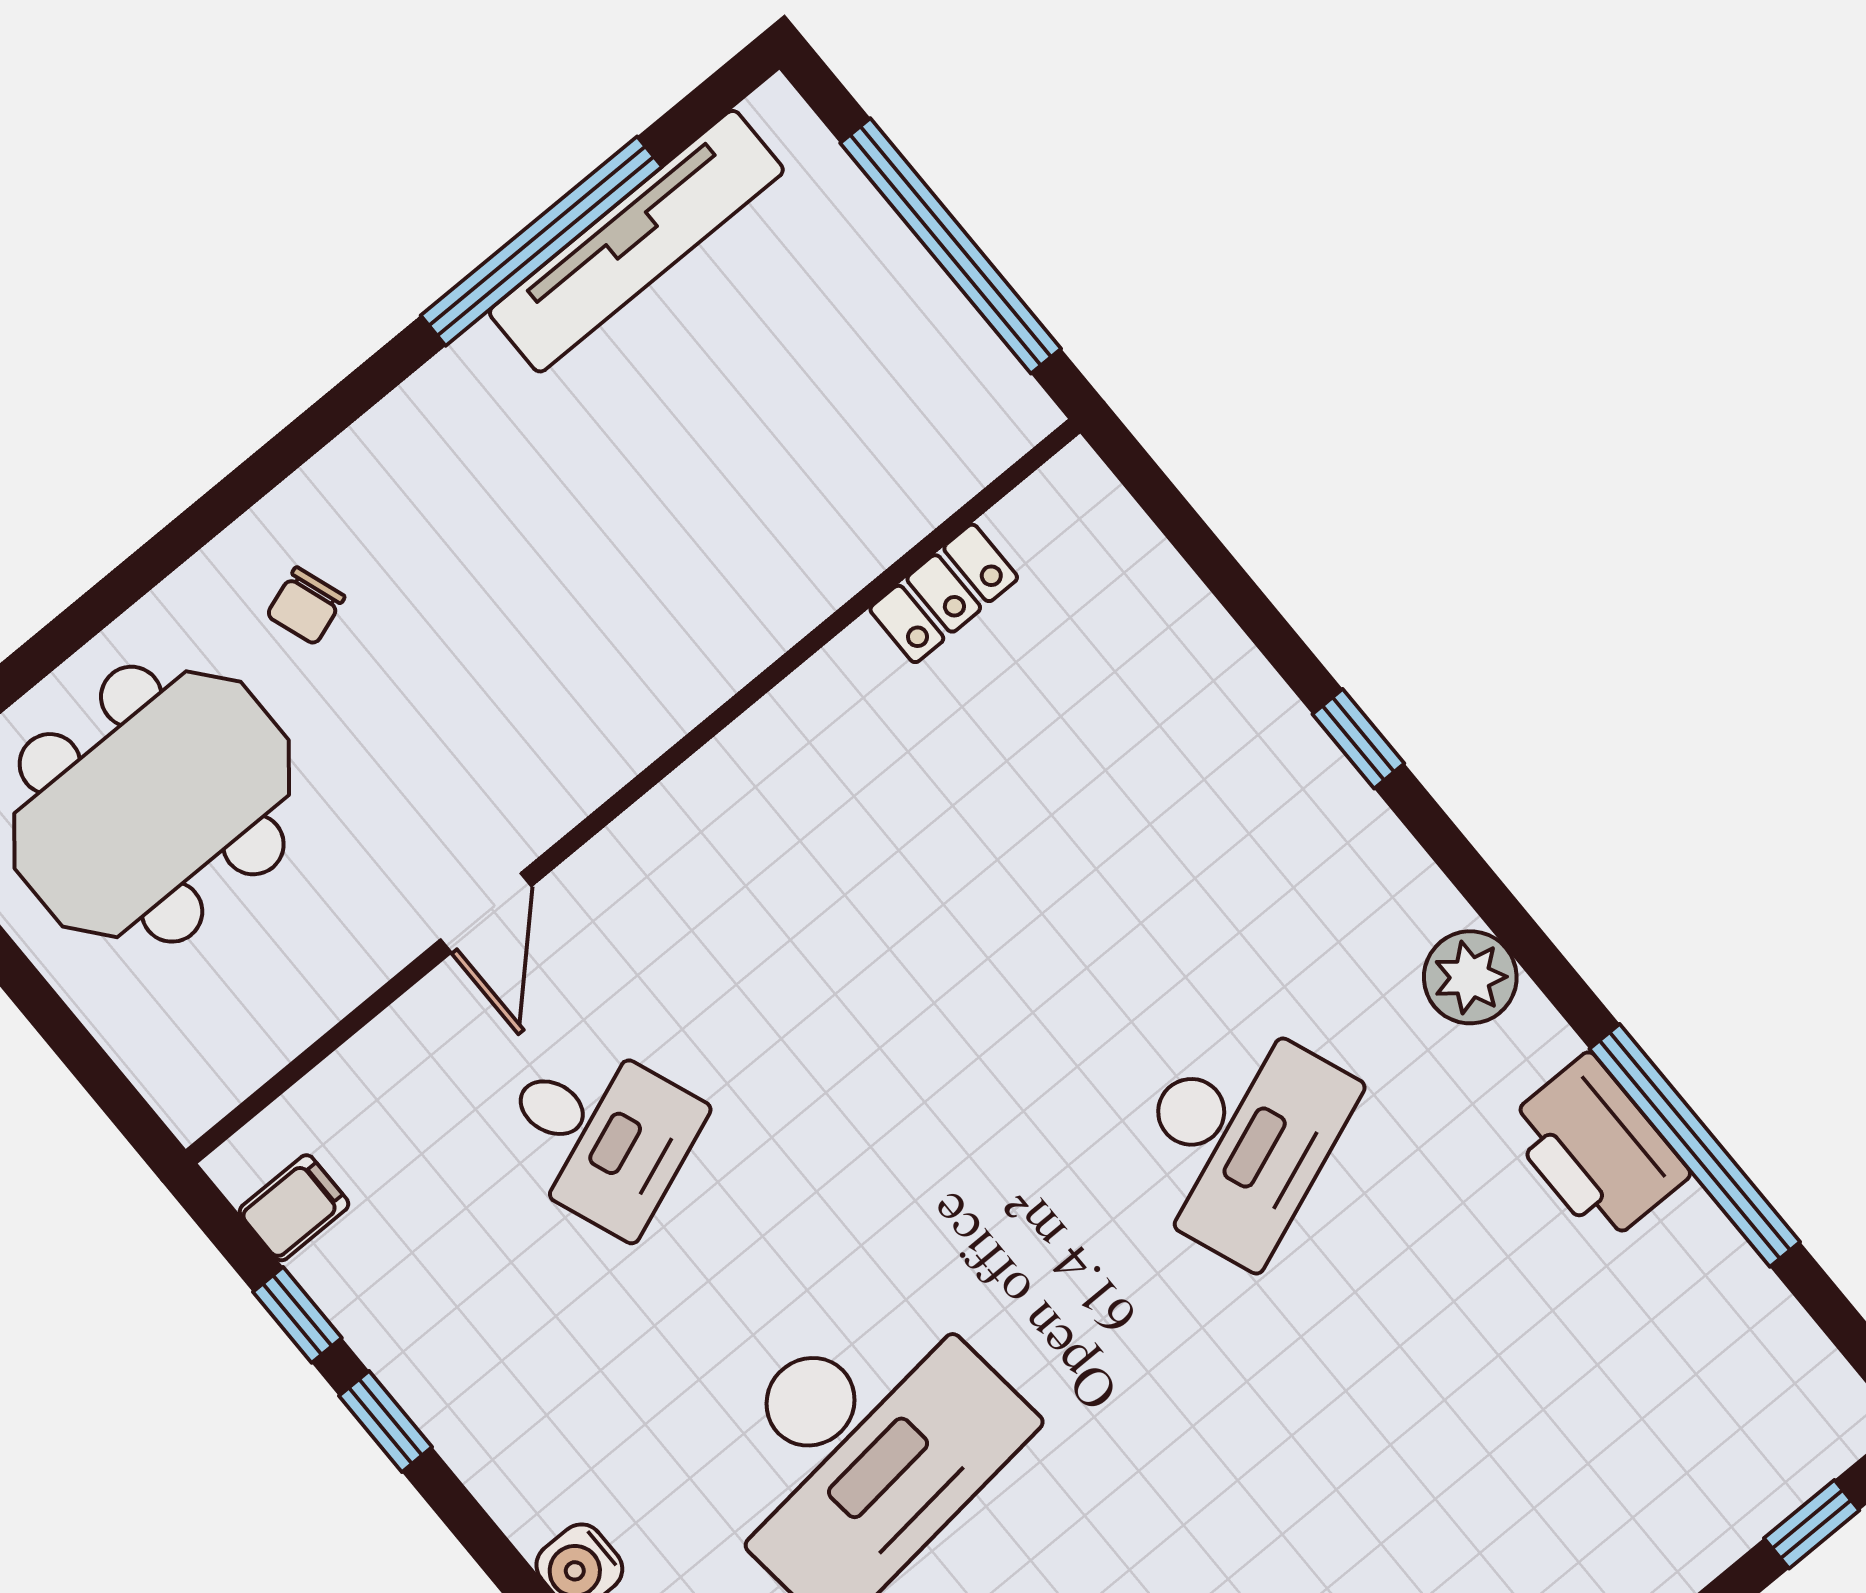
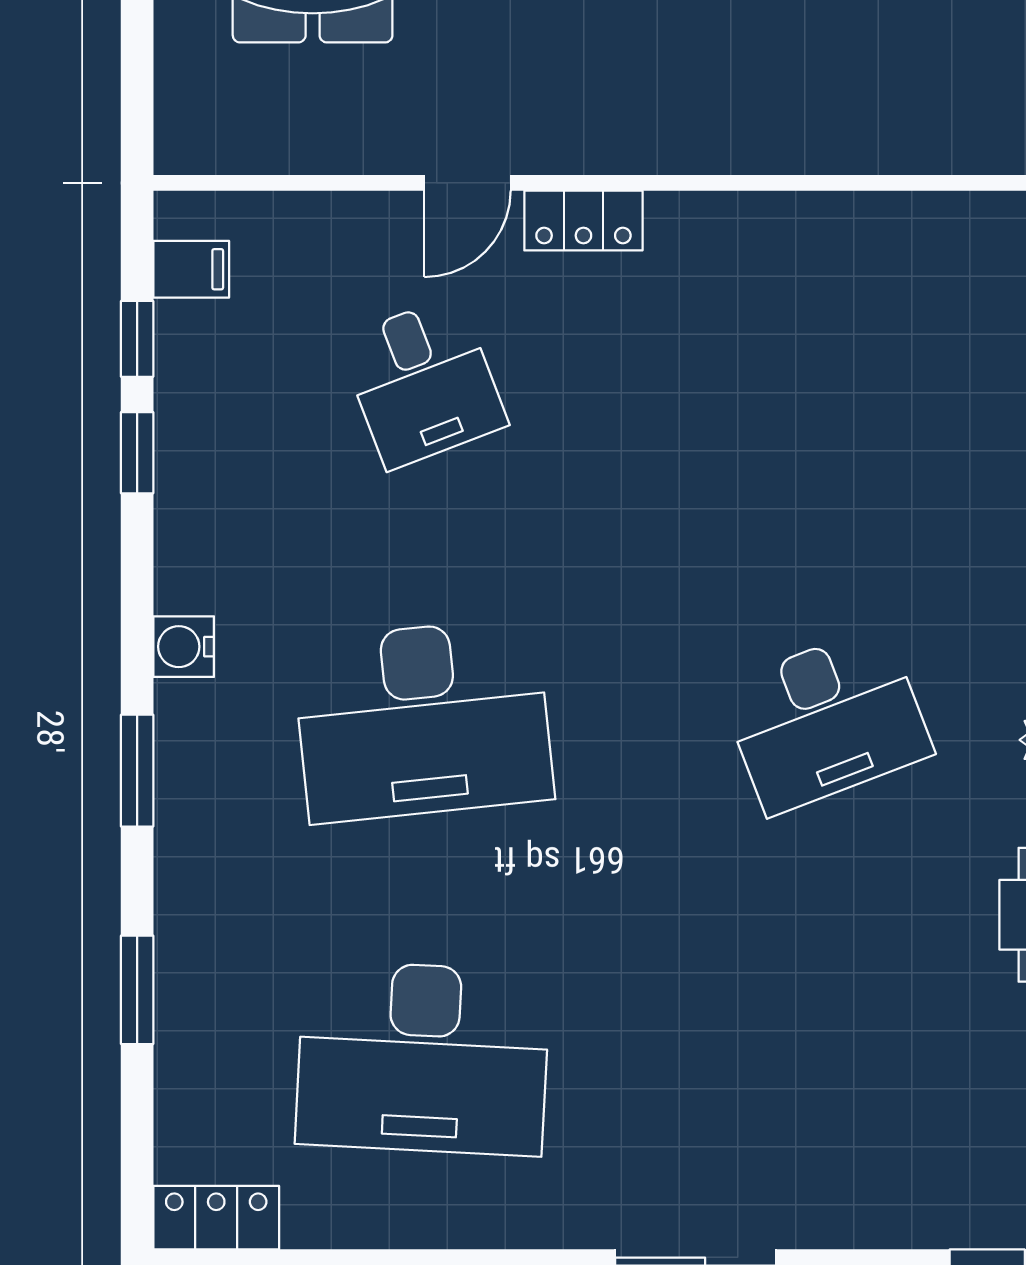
locker: (944, 593) -> (583, 221), moved

